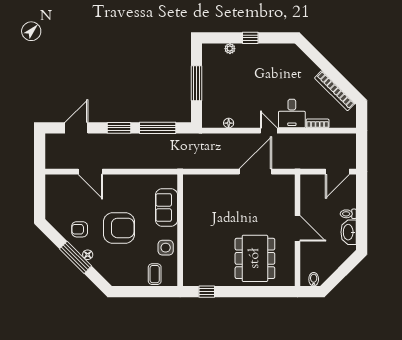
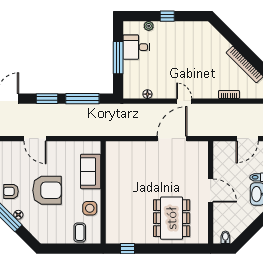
desk: (292, 114) -> (136, 47), moved, turned 90
door: (90, 172) -> (35, 139), moved

